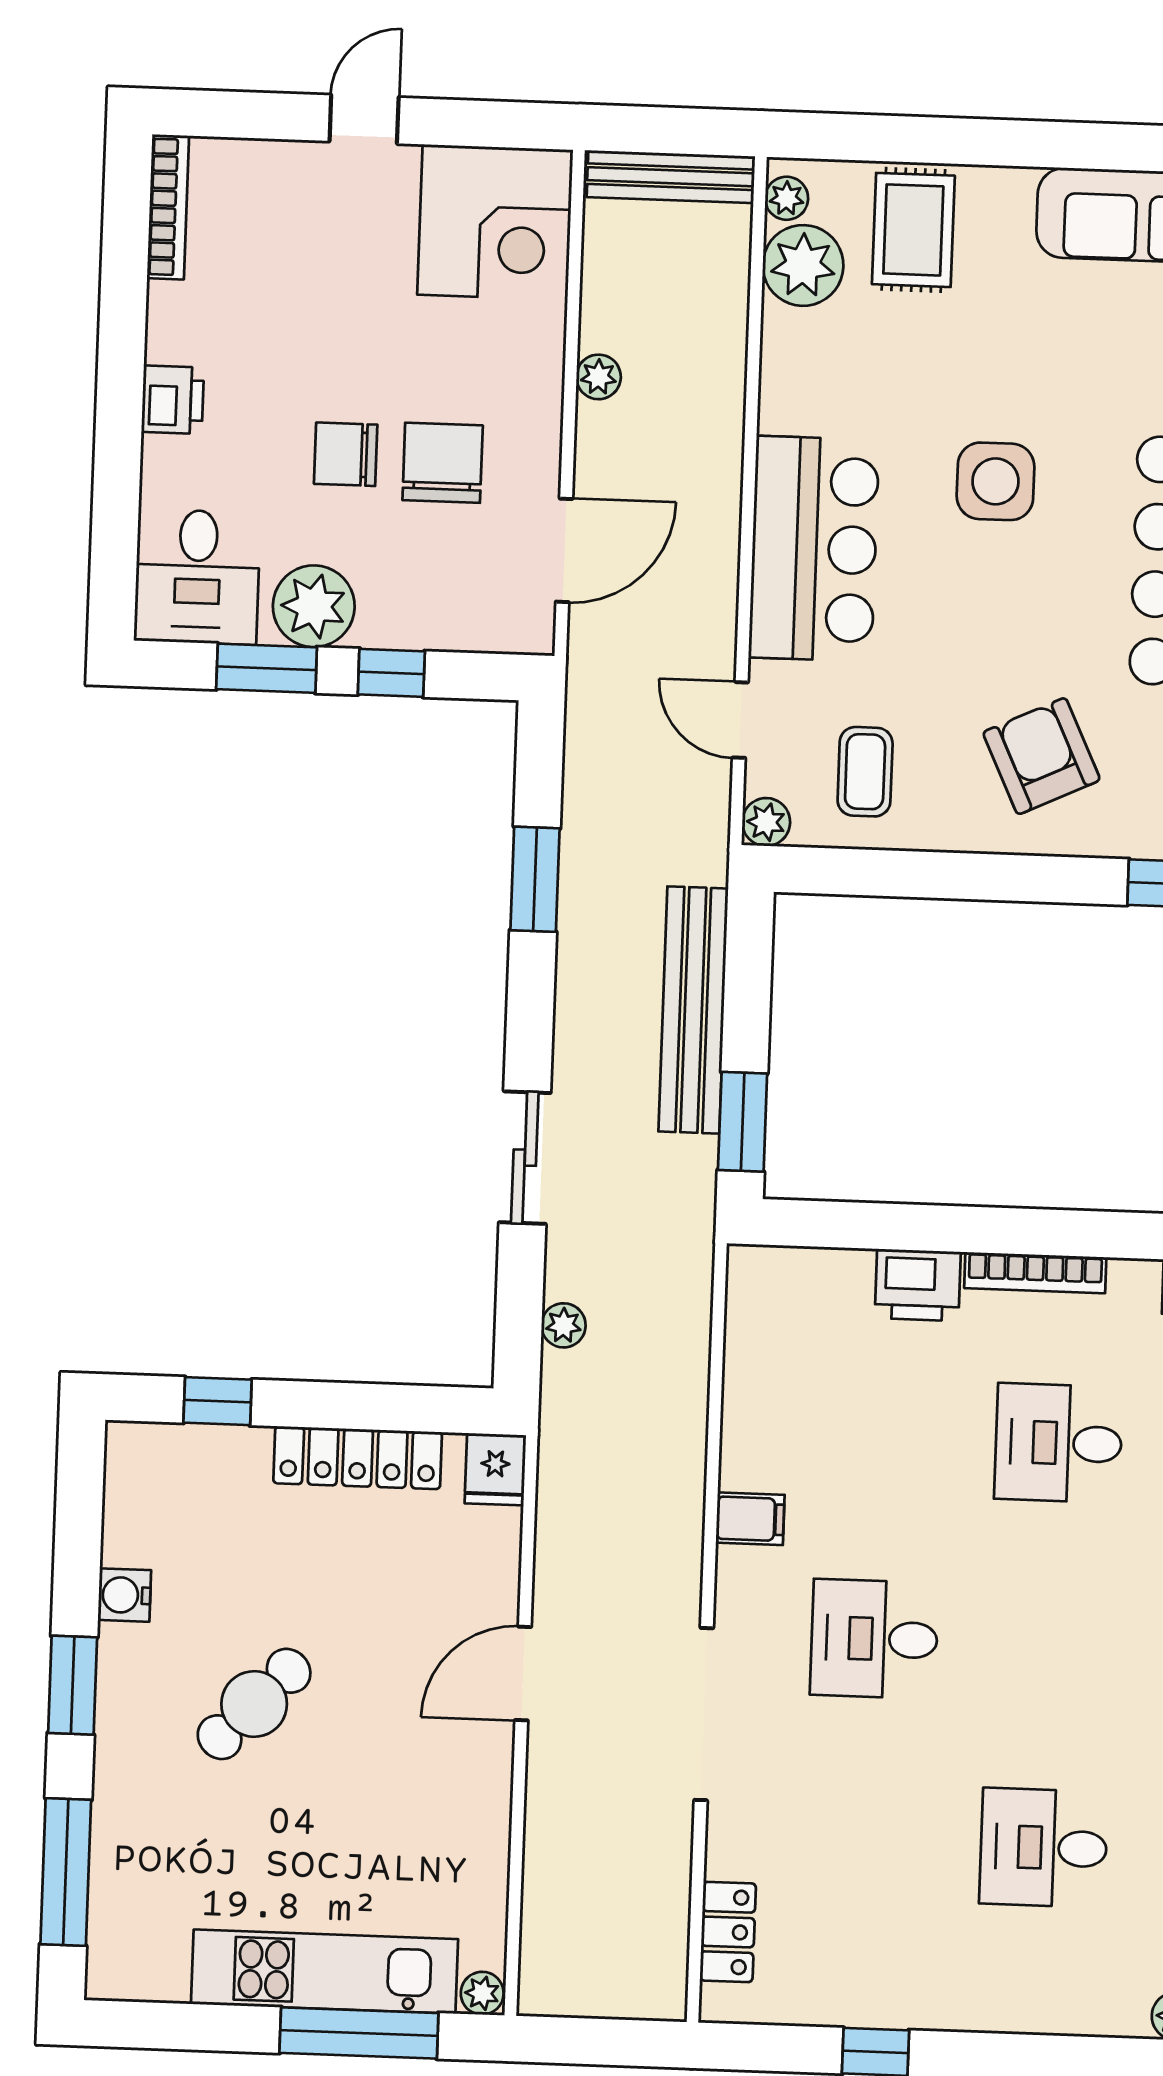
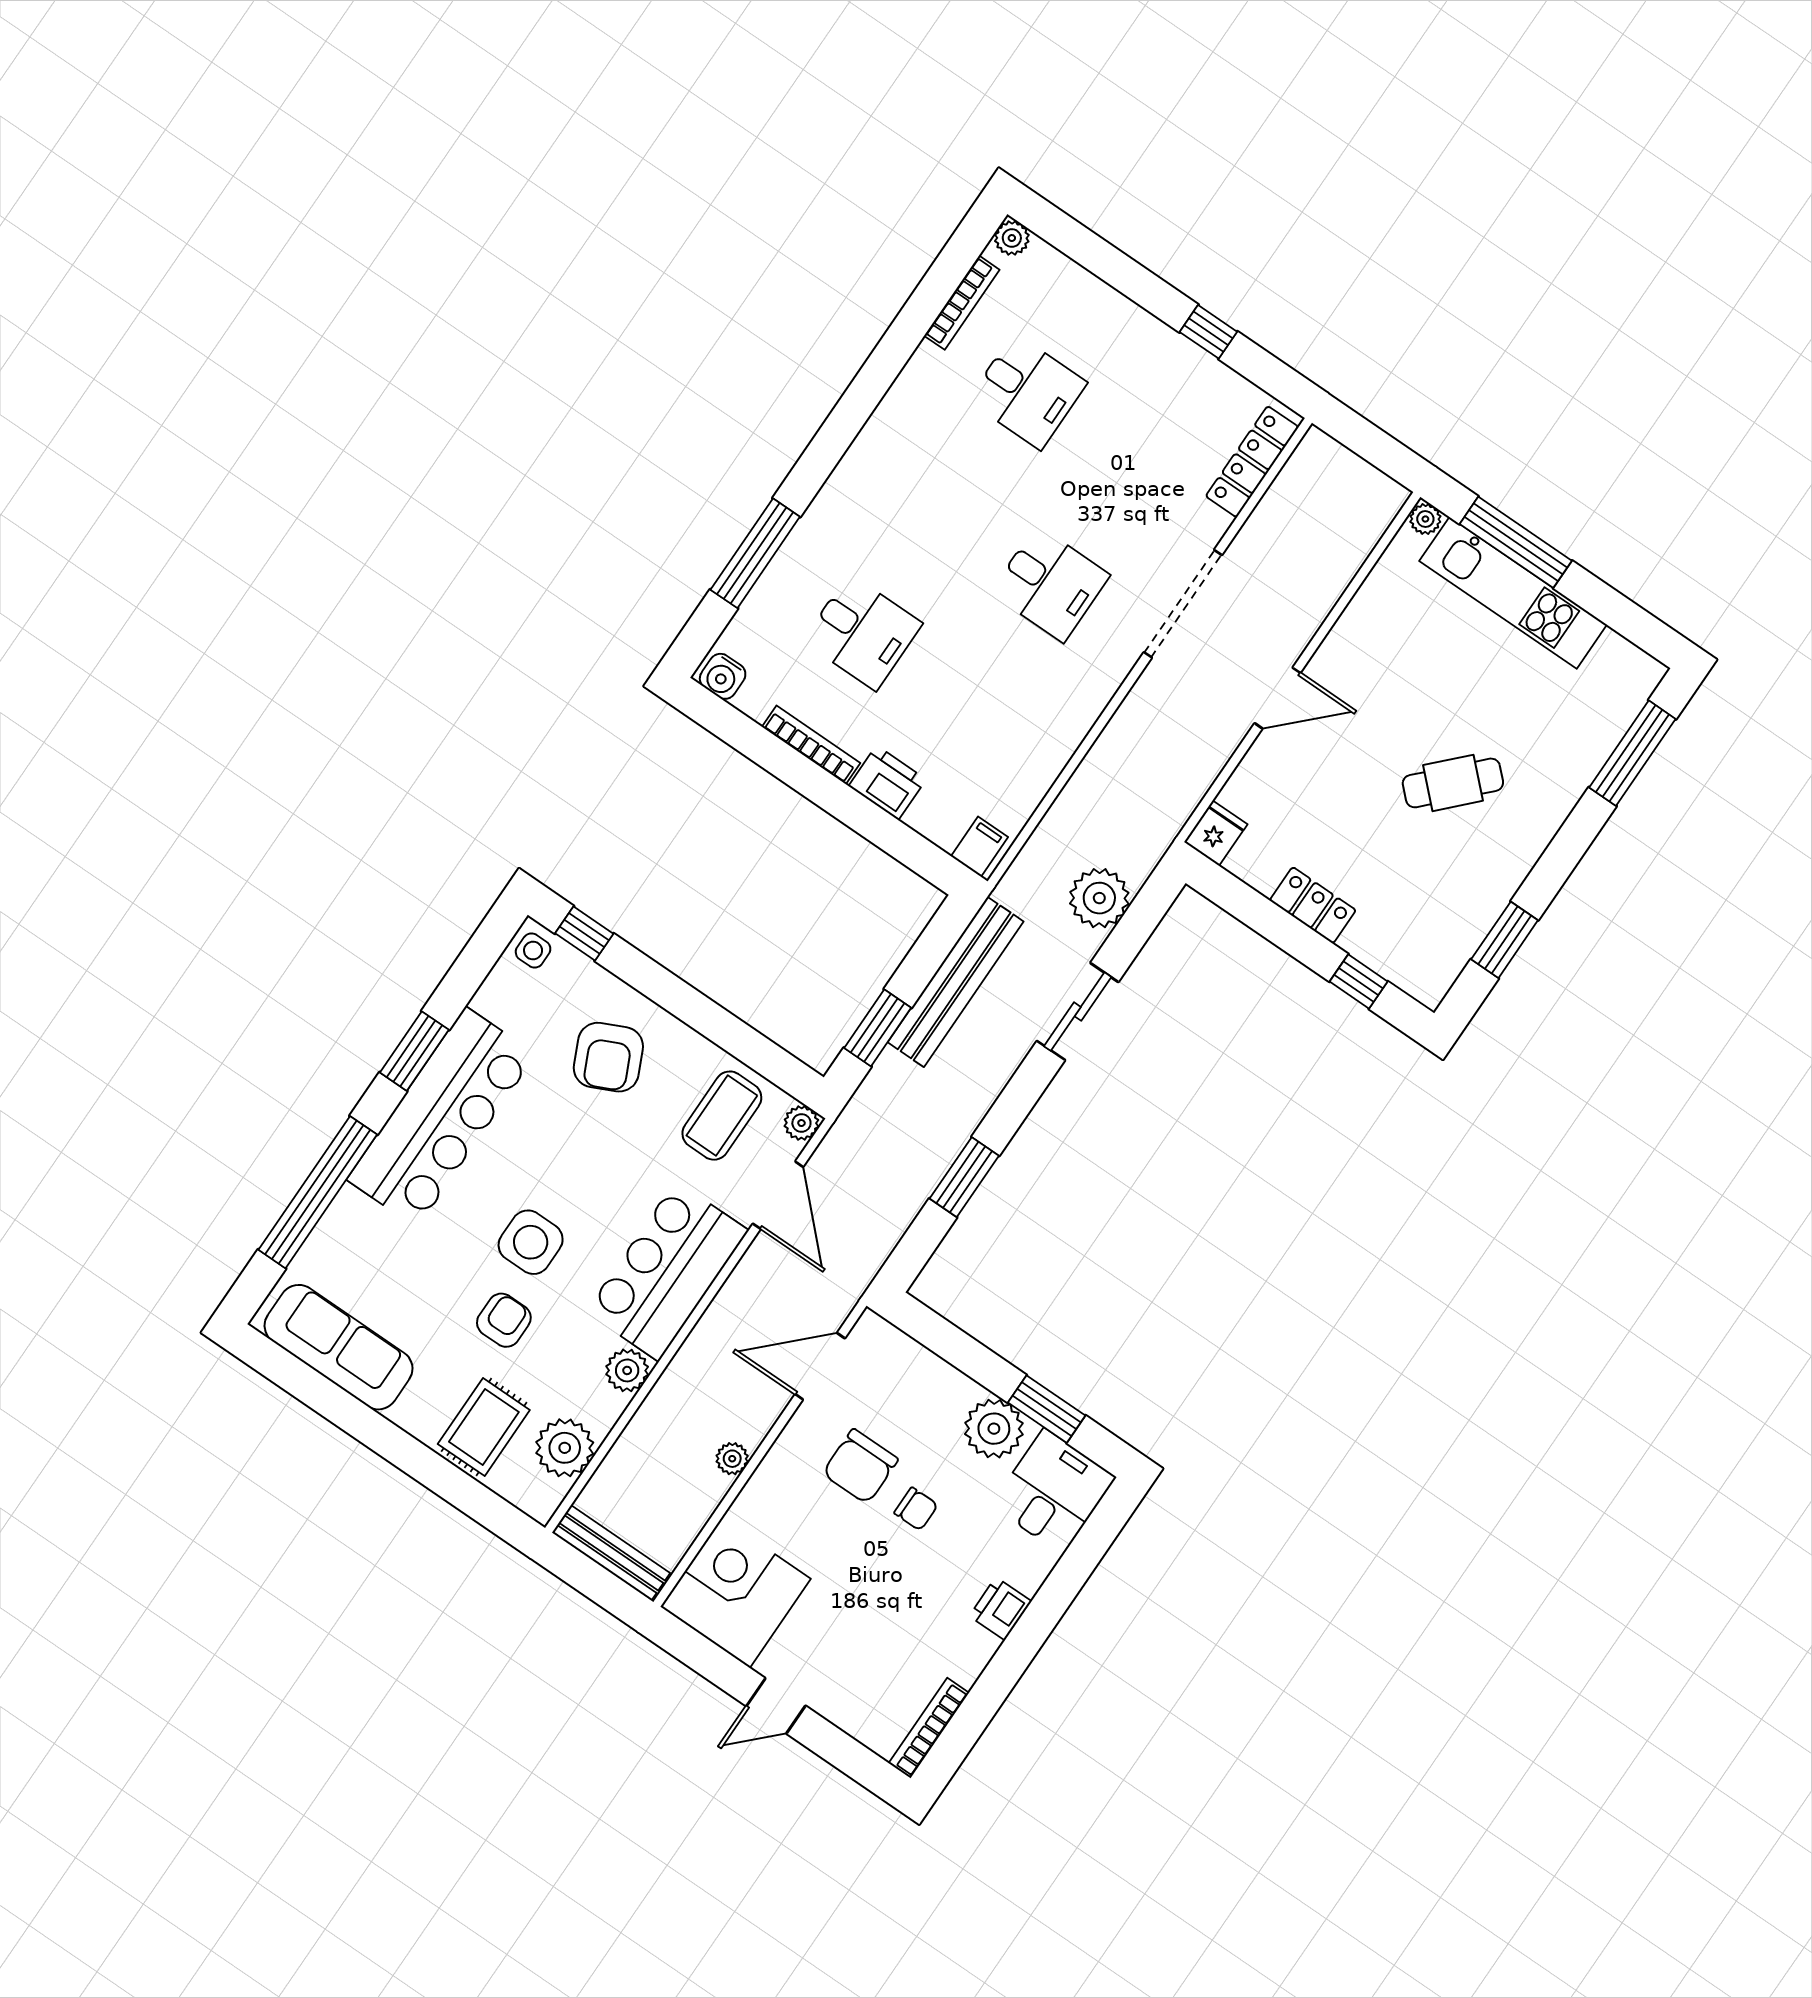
plant: (787, 198) -> (627, 1370), moved, width x1.38, depth x1.38
armchair: (969, 370) -> (504, 1320), added
chair: (346, 454) -> (916, 1509), width x0.73, depth x0.73
window: (391, 673) -> (972, 1358), removed
door: (740, 720) -> (778, 1195), width x1.38
coffee table: (865, 772) -> (722, 1116), width x1.36, depth x1.30
bench: (693, 1010) -> (956, 982), moved
window: (743, 1122) -> (878, 1028), moved
plant: (564, 1325) -> (1099, 898), width x1.88, depth x1.88
locker: (358, 1458) -> (1313, 905), width x0.66
filing cabinet: (750, 1519) -> (979, 847), moved, turned 90
water cooler: (124, 1595) -> (1490, 899), removed
window: (73, 1685) -> (1505, 940), moved
locker: (728, 1932) -> (1252, 462), width x1.53

